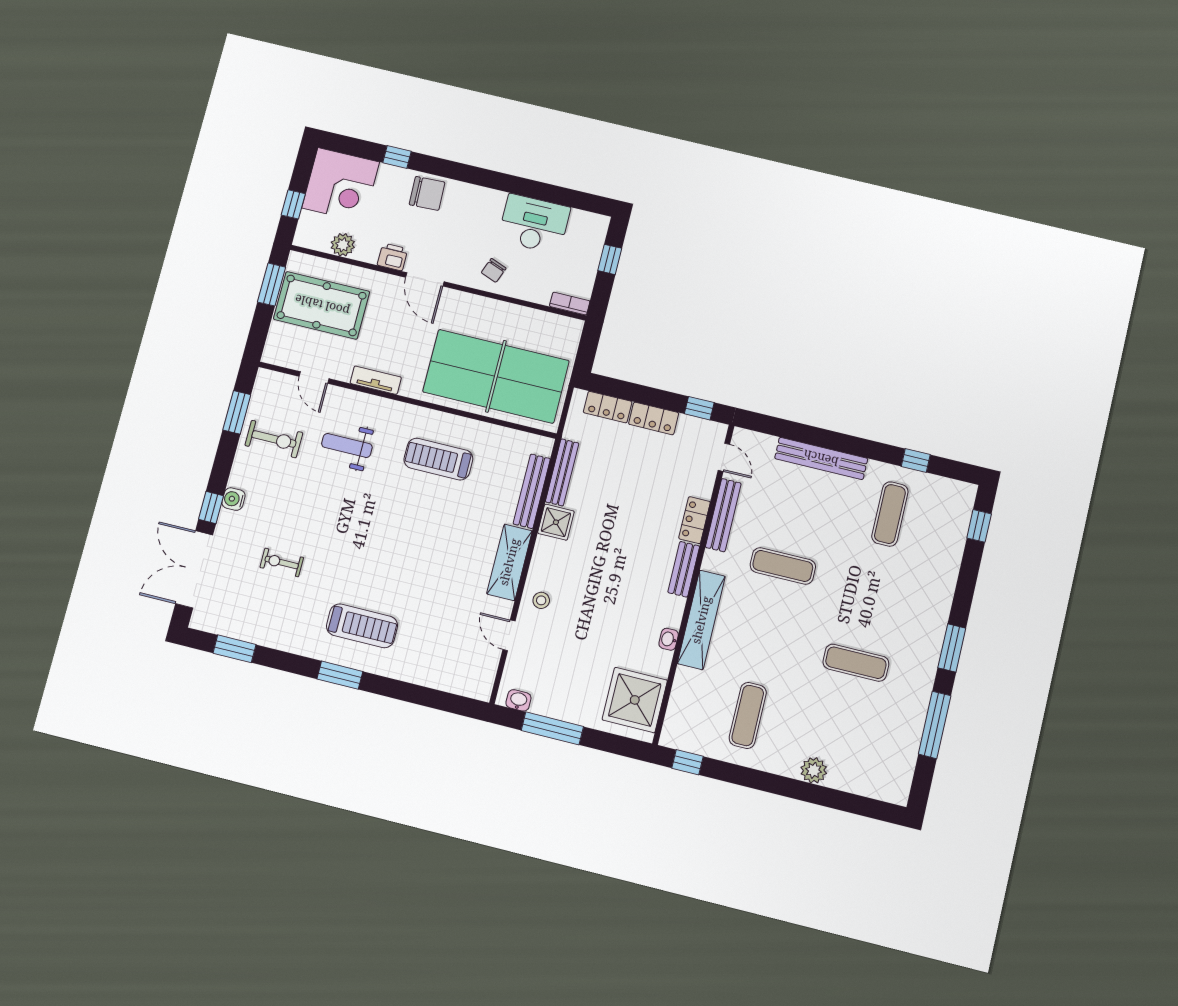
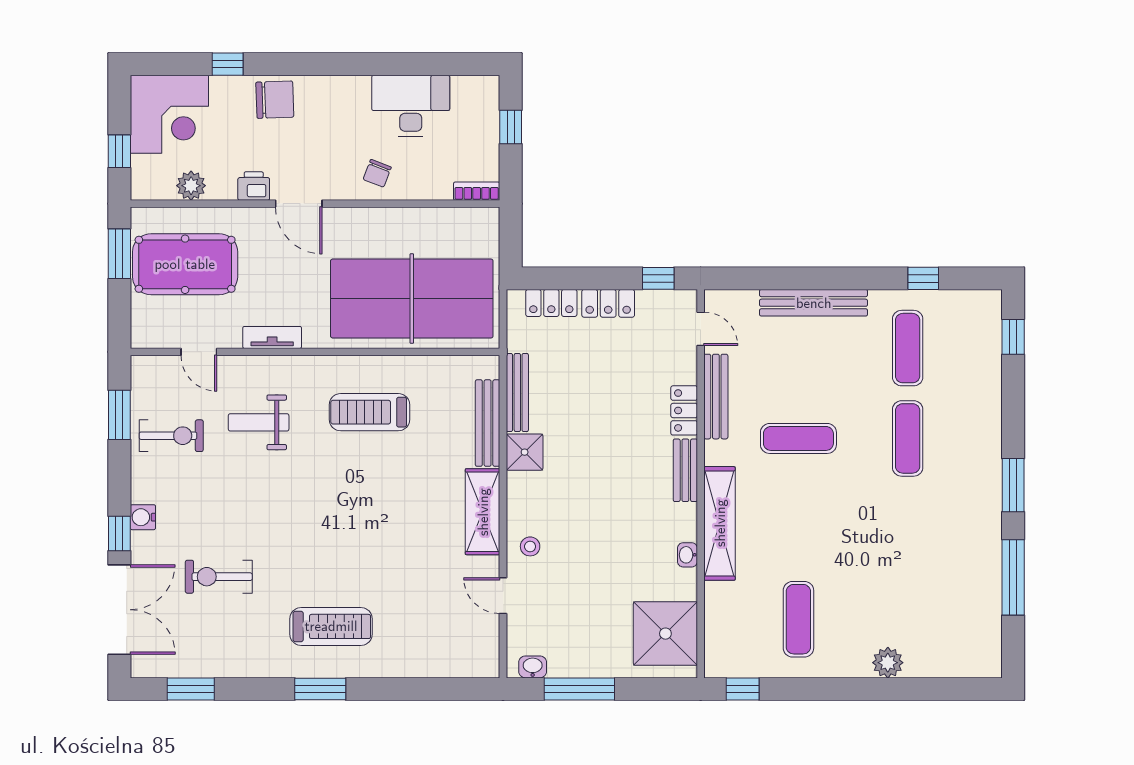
exercise bike: (282, 562) -> (219, 577), width x1.38, depth x1.39
double door: (194, 569) -> (119, 610), swing flipped
exercise mat: (856, 663) -> (908, 438), moved, turned 90

